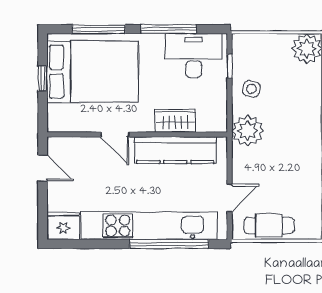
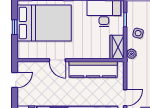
wardrobe: (175, 121) -> (117, 47), moved, turned -90
plant: (248, 131) -> (131, 54), width x0.53, depth x0.53
door: (43, 168) -> (15, 80), hinge flipped

